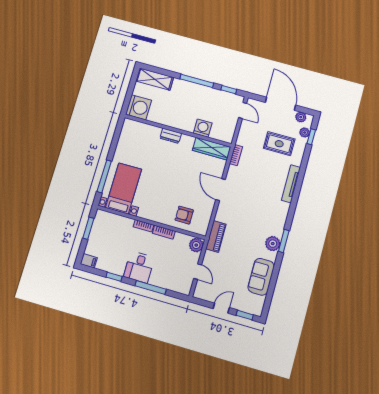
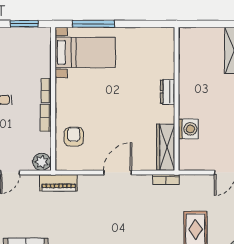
washing machine: (139, 107) -> (192, 41), removed

